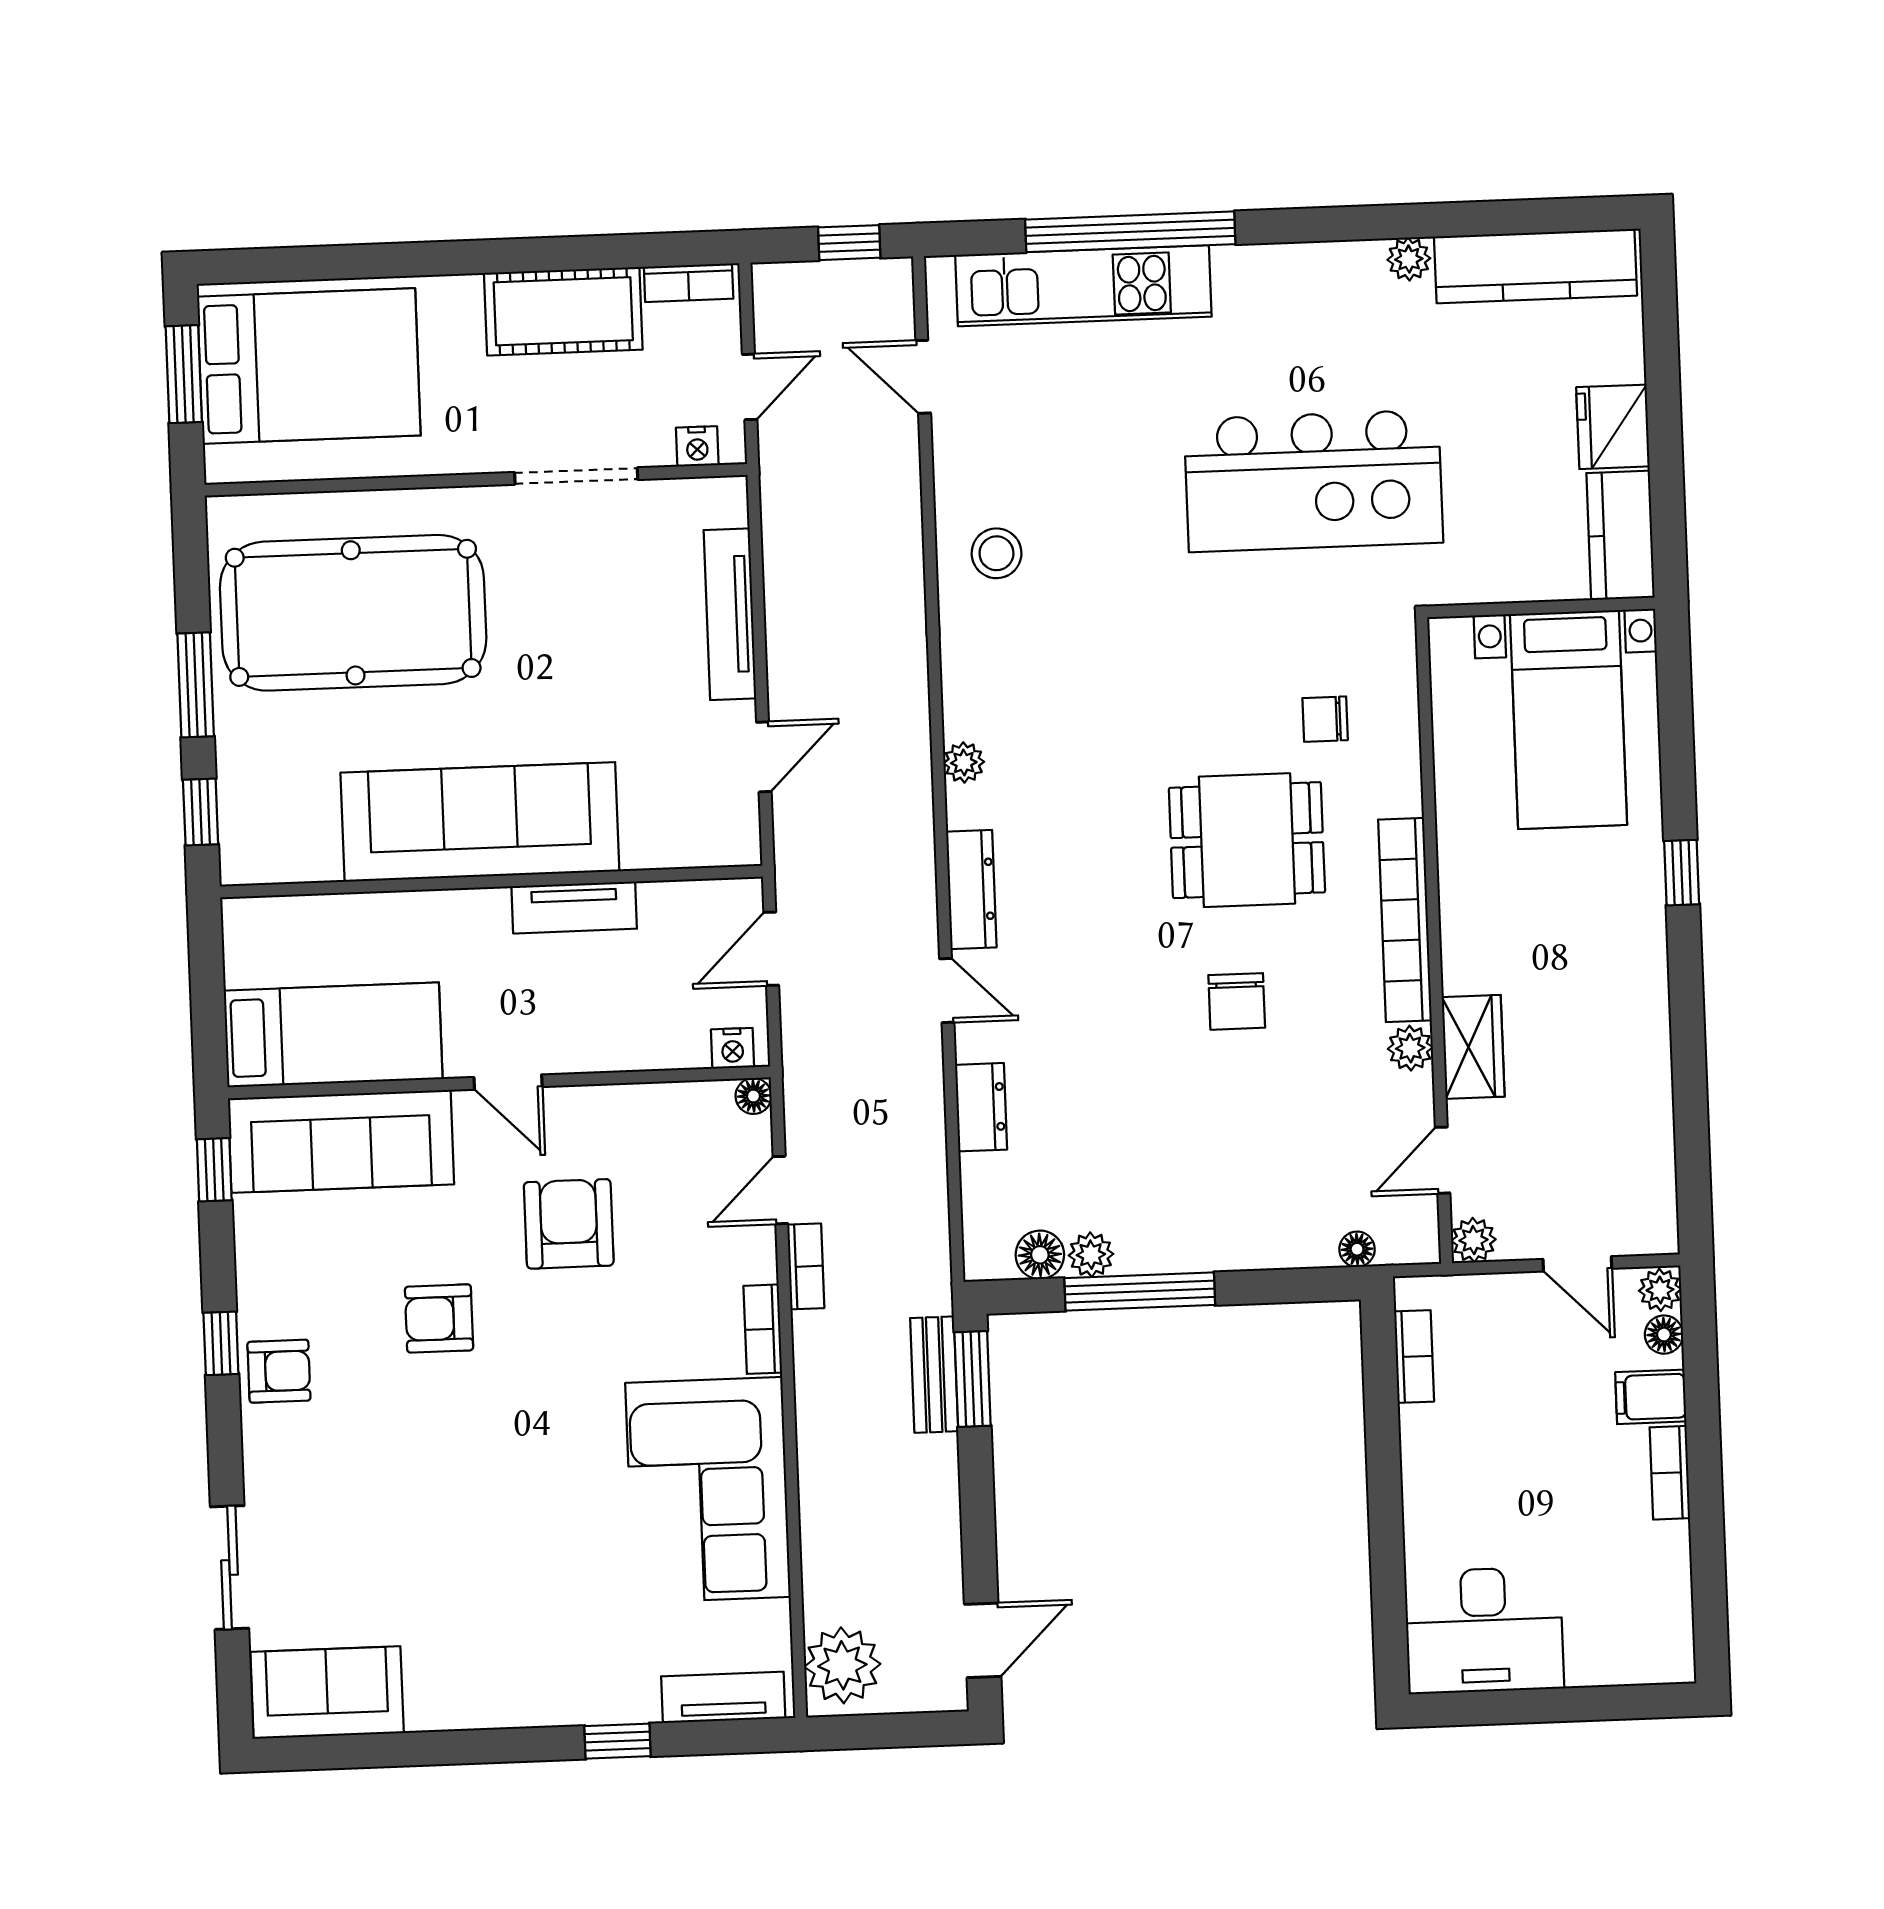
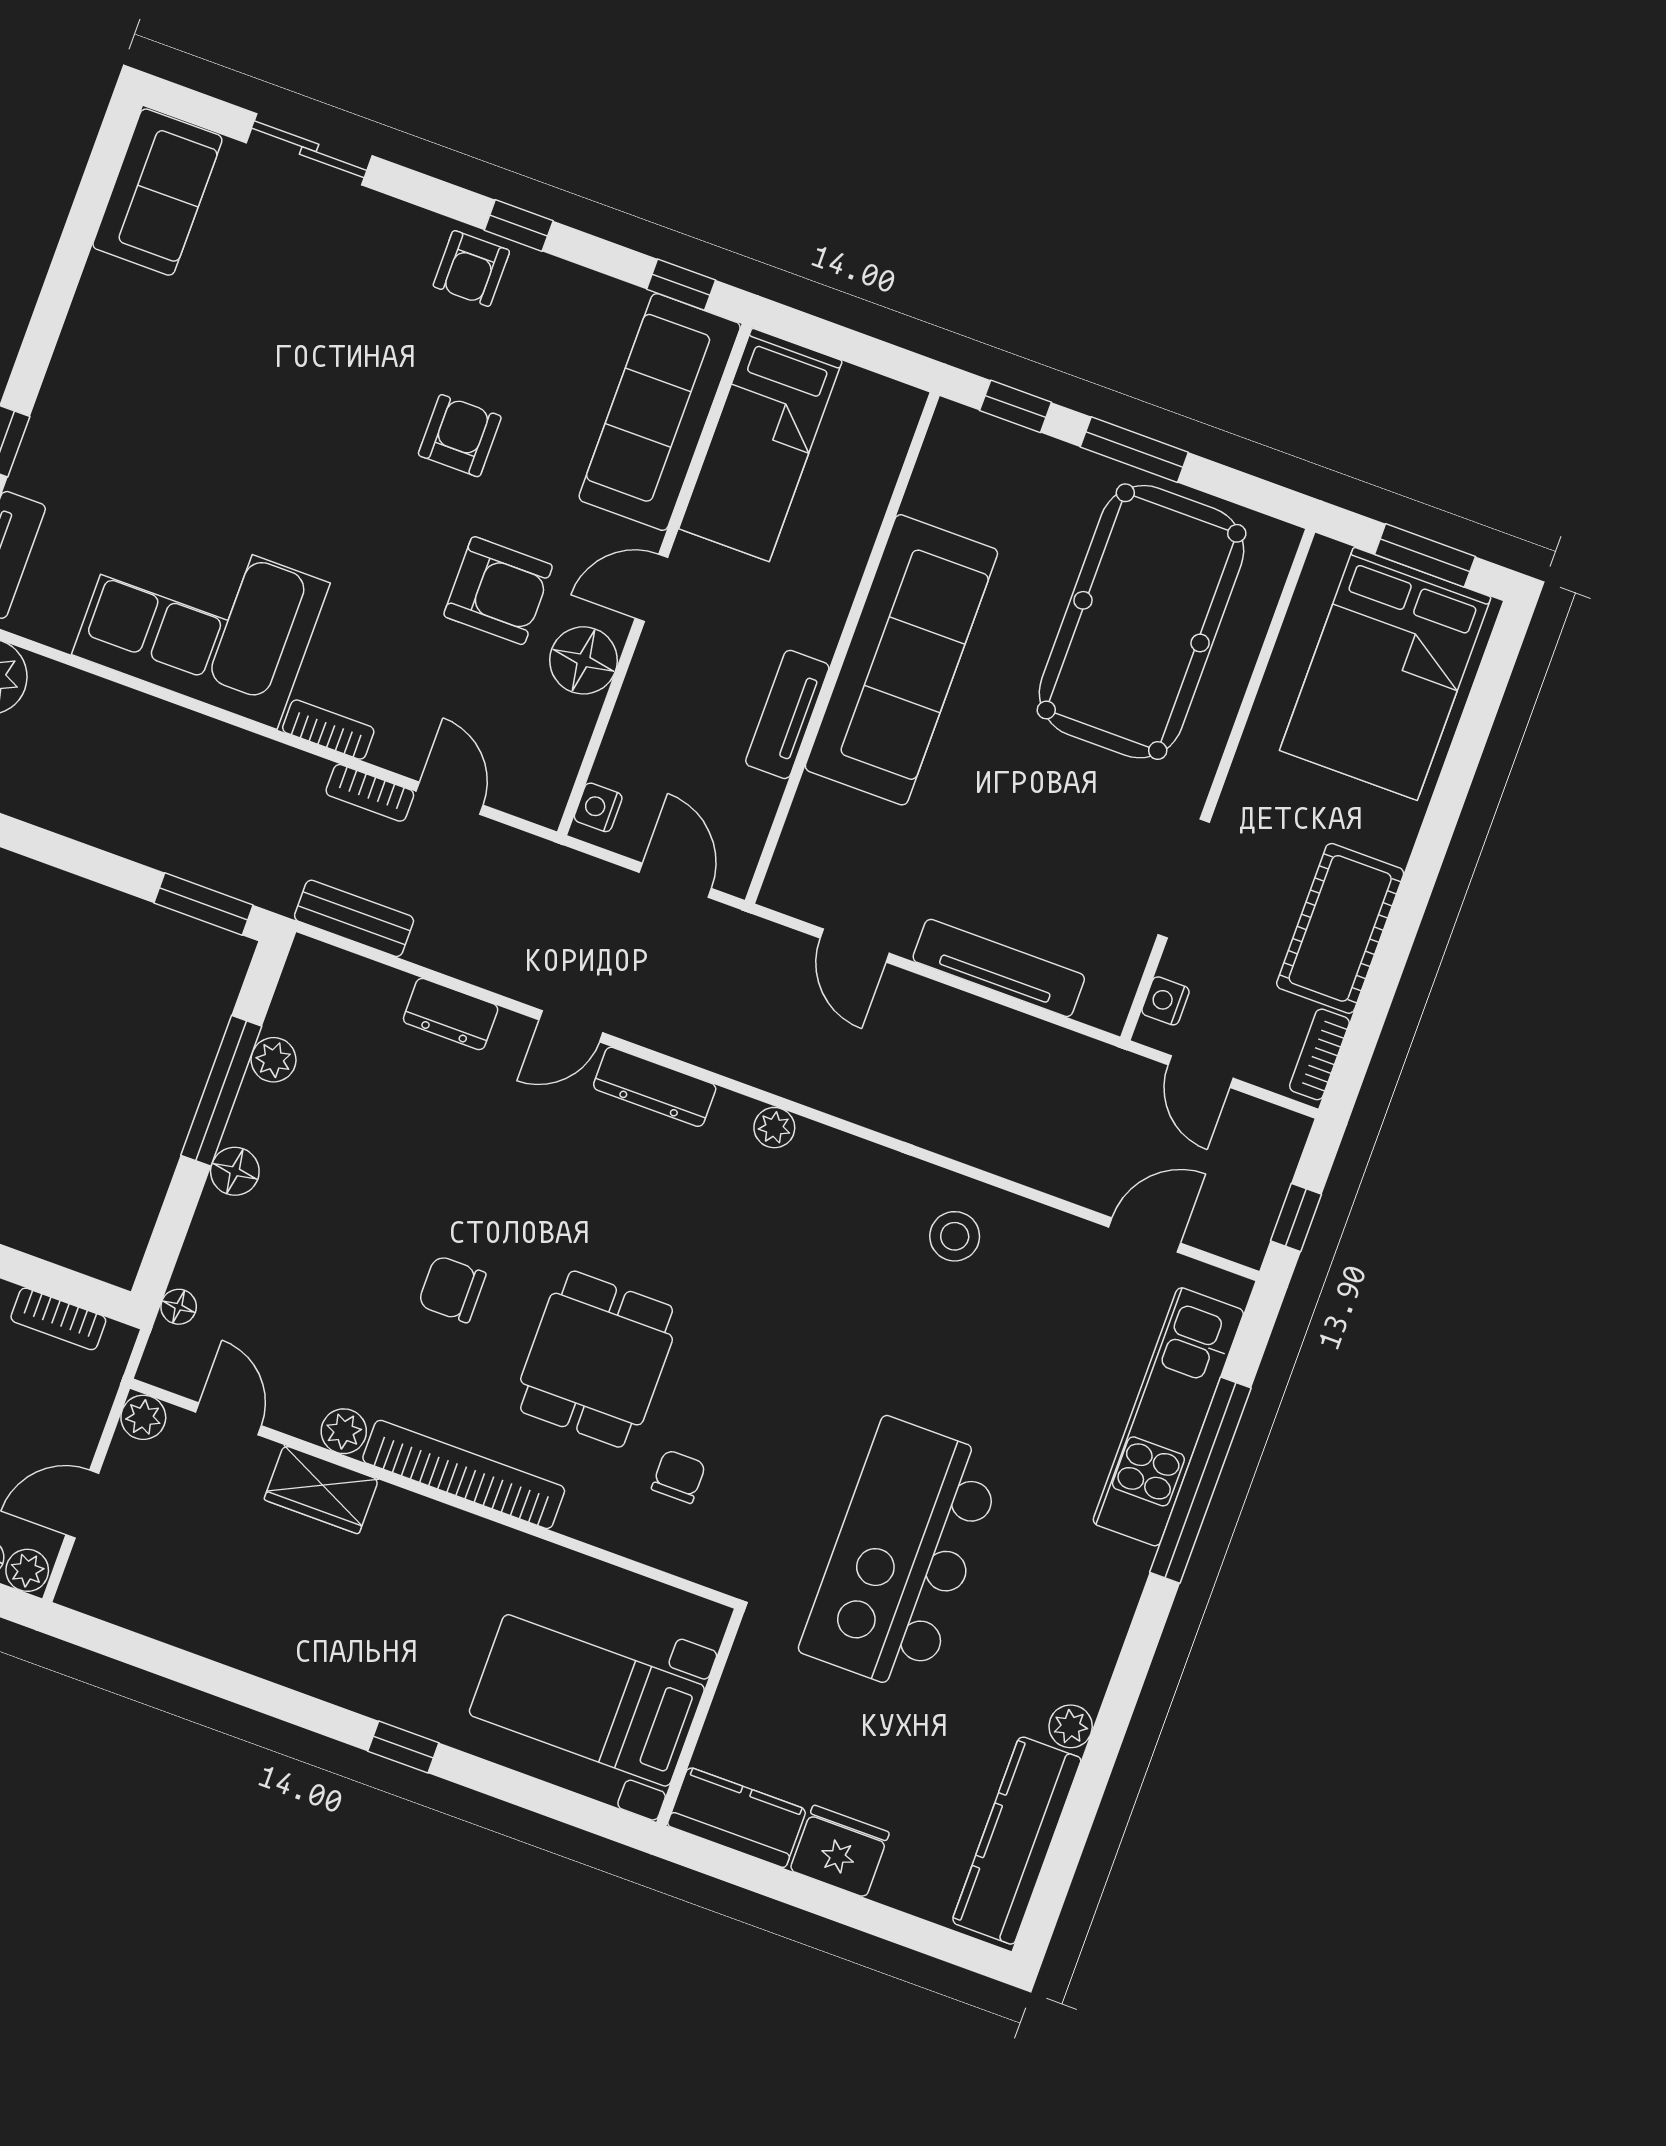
floor lamp: (753, 1096) -> (583, 660), moved, width x1.89, depth x1.89
floor lamp: (1040, 1255) -> (235, 1171), moved
bench: (934, 1375) -> (354, 918), moved

